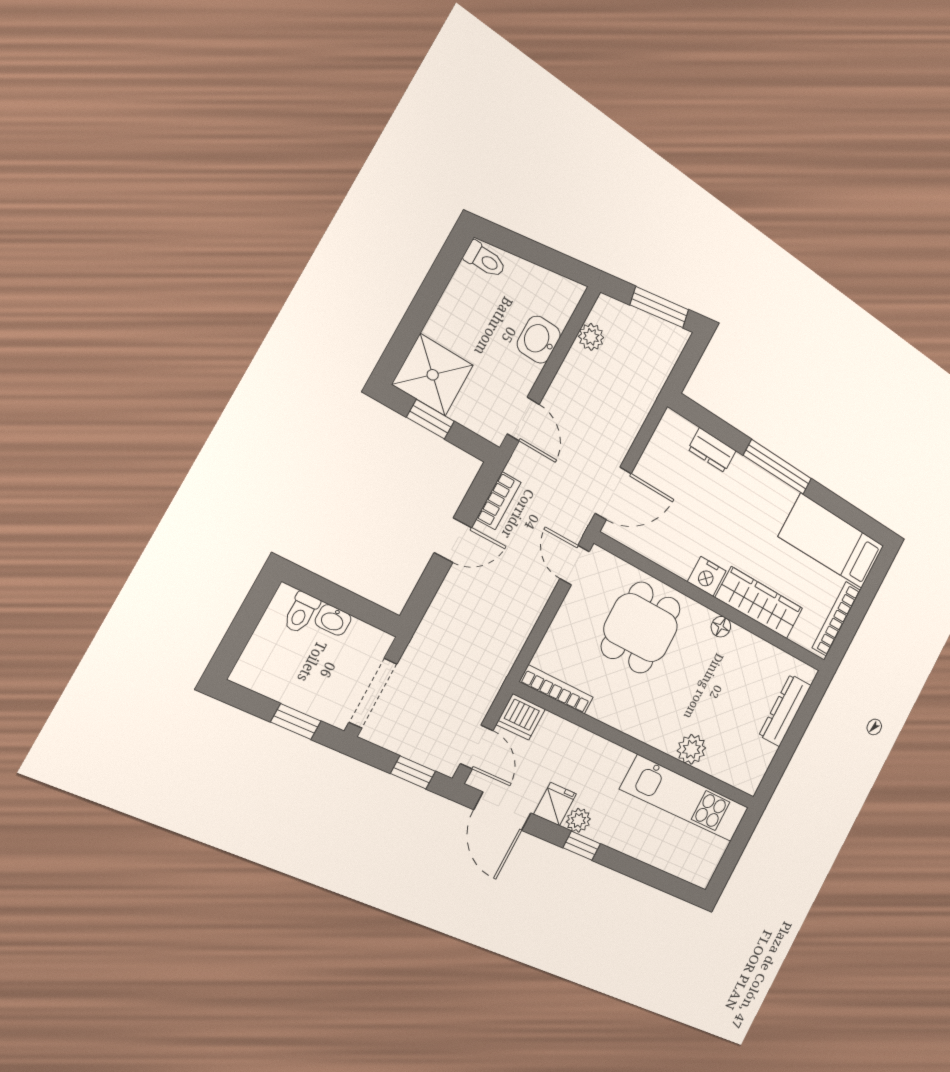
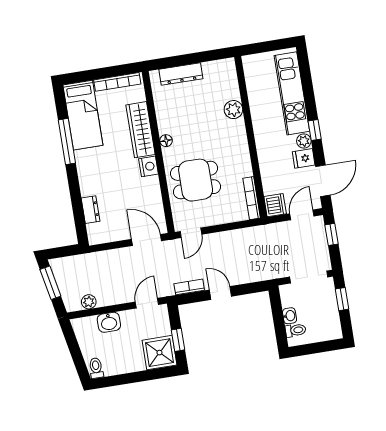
window: (778, 467) -> (67, 141), moved
kitchen unit: (685, 799) -> (292, 93), moved, turned 180

